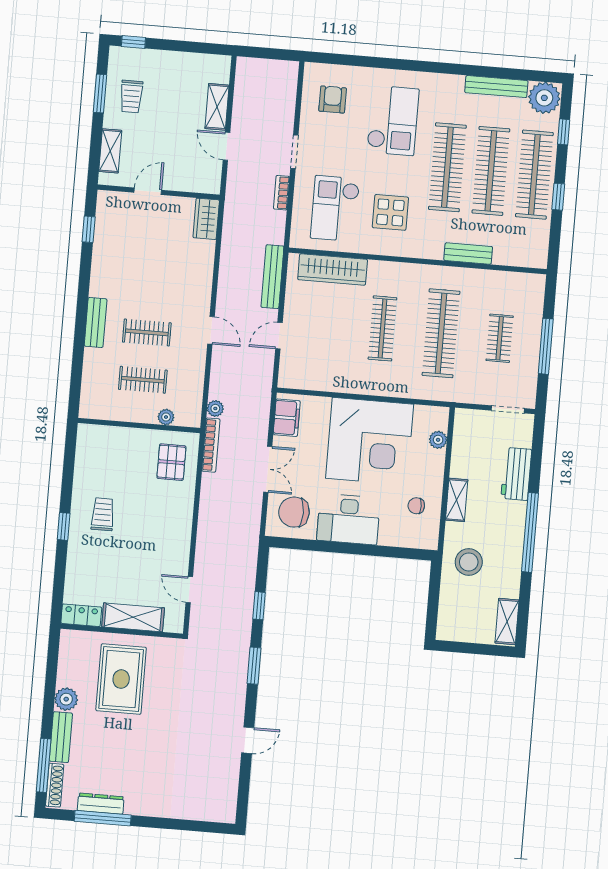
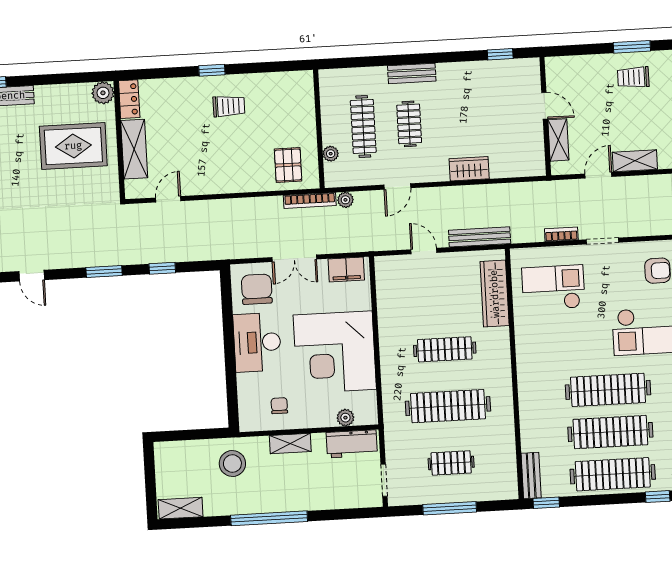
shelving: (110, 151) -> (558, 140), moved, turned 90
window: (558, 197) -> (546, 503), moved
display table: (390, 212) -> (557, 341), removed
wardrobe: (206, 219) -> (469, 169), moved
bench: (468, 254) -> (531, 476), moved
door: (211, 330) -> (397, 186), moved
clothes rail: (143, 380) -> (363, 126), width x1.36
pallet: (171, 462) -> (288, 165), turned 90
workbench: (516, 474) -> (352, 444), moved, turned 180
plant: (66, 699) -> (103, 93), moved

